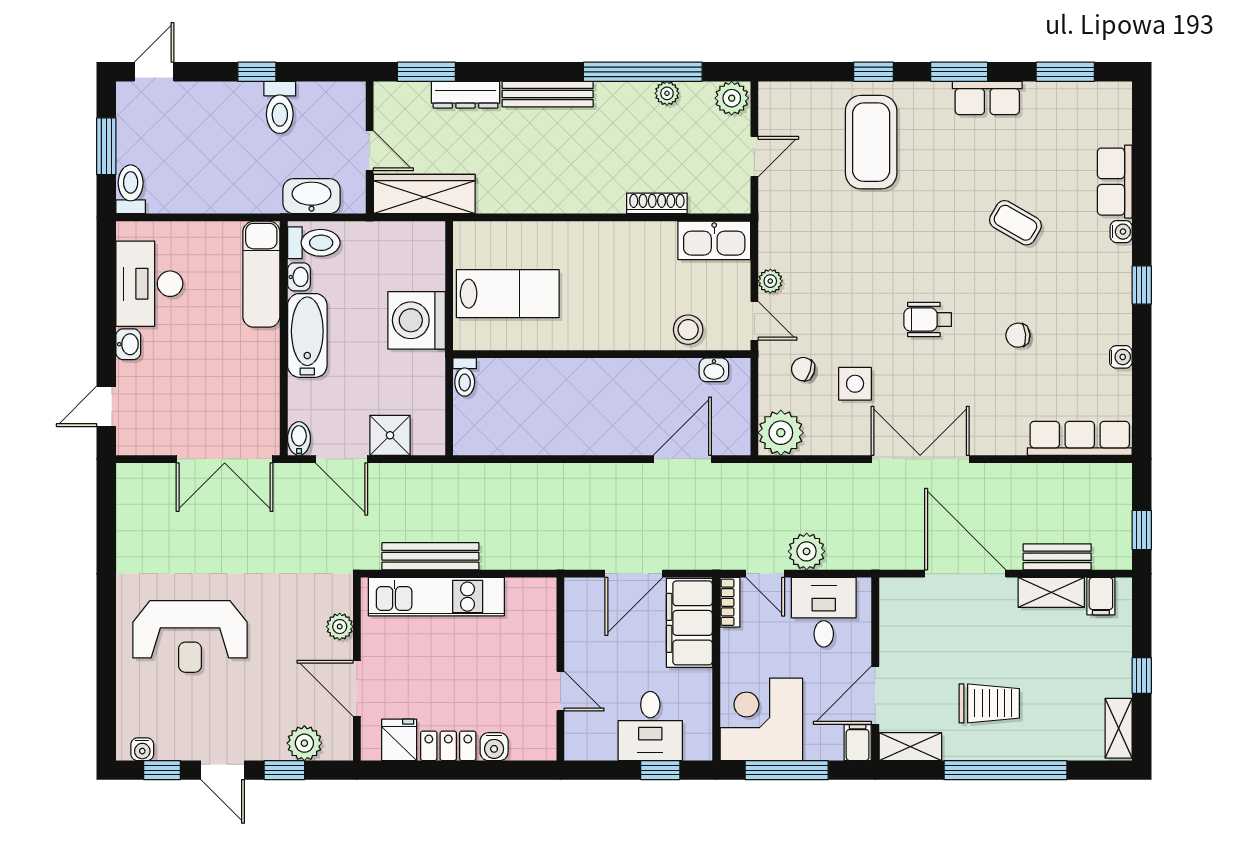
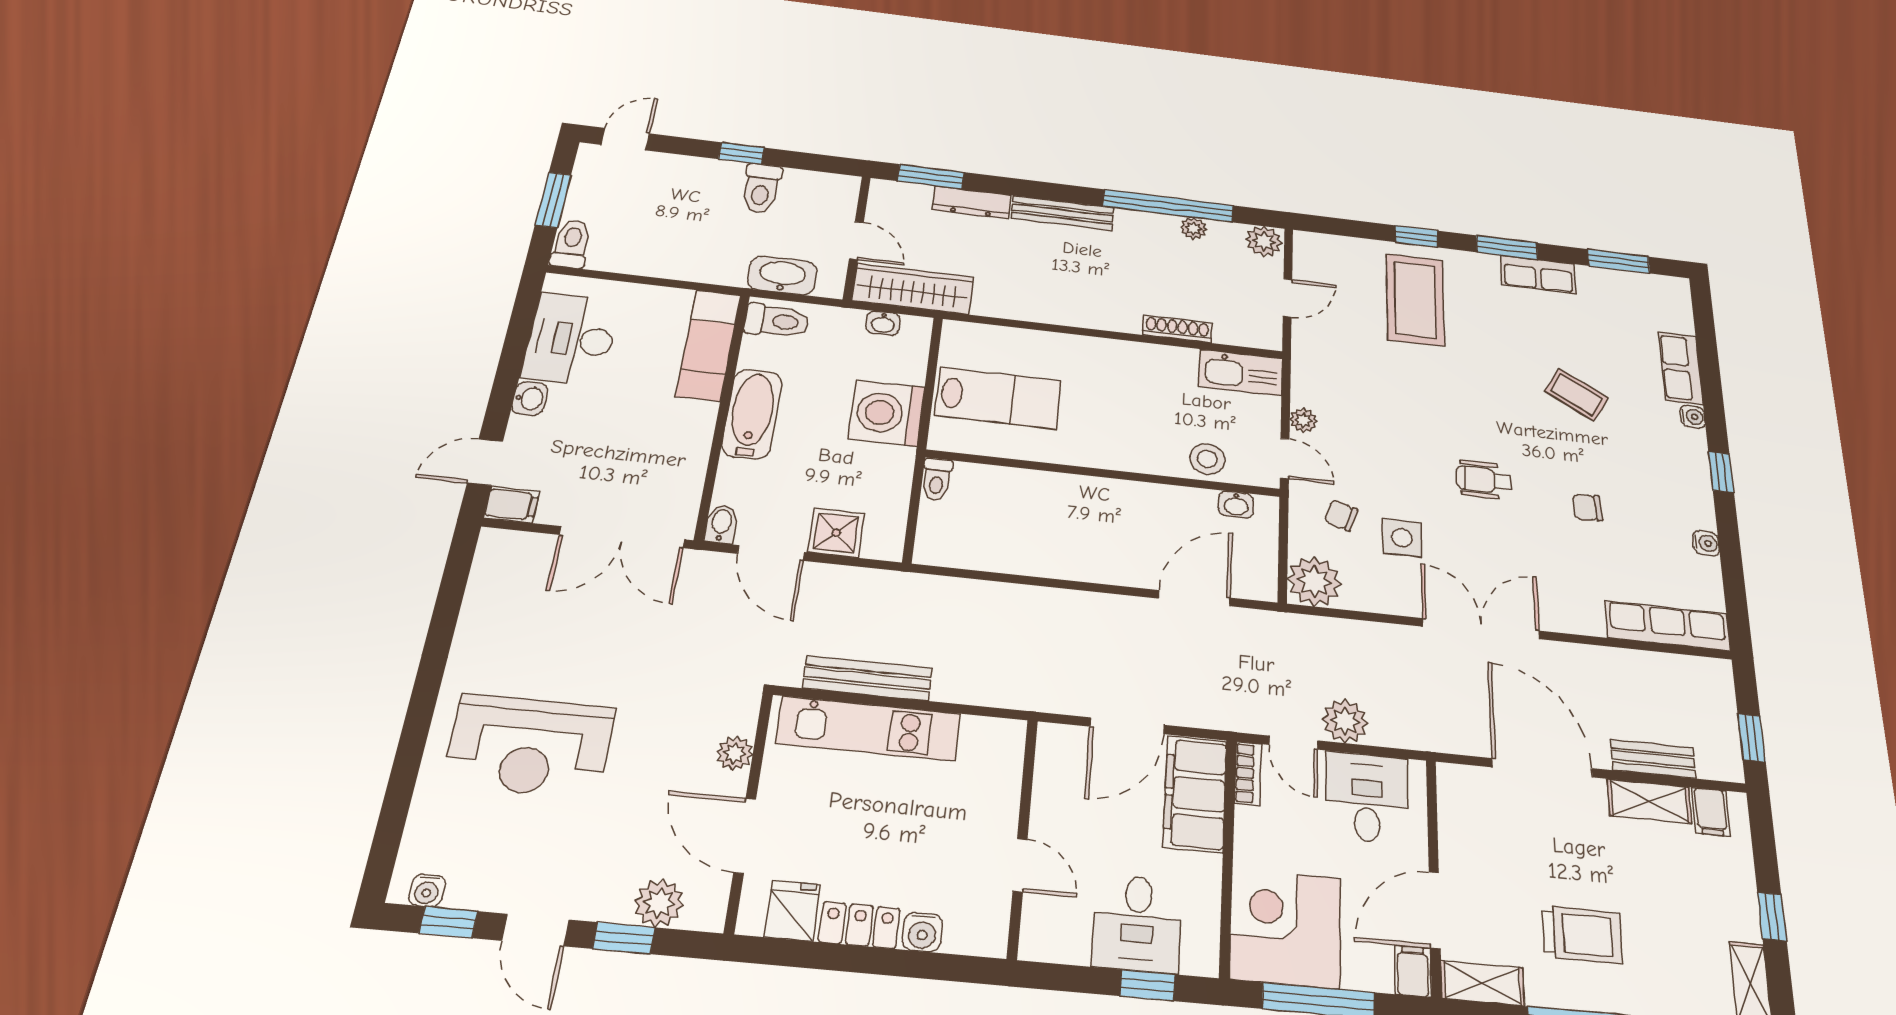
washbasin: (299, 277) -> (883, 323), moved, turned 90
filing cabinet: (135, 441) -> (512, 505), added

